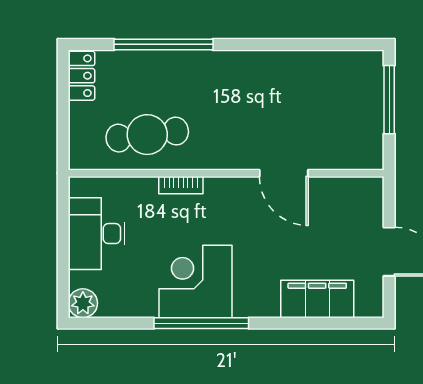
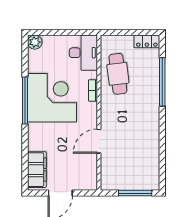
desk: (97, 234) -> (83, 53), moved, turned 90
corner desk: (196, 281) -> (52, 98), width x1.36, depth x1.36
filing cabinet: (317, 299) -> (37, 170), moved

